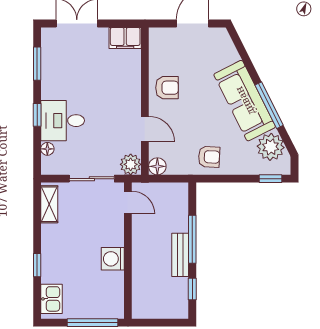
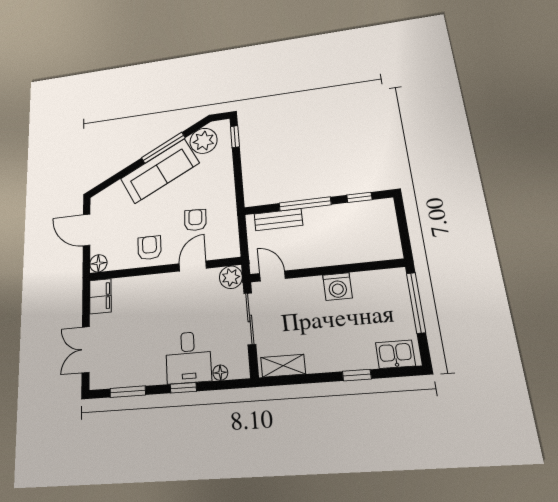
armchair: (209, 157) -> (195, 220), moved
floor lamp: (157, 166) -> (98, 263), moved
door: (128, 203) -> (272, 276), hinge flipped
bench: (180, 255) -> (278, 220), moved

